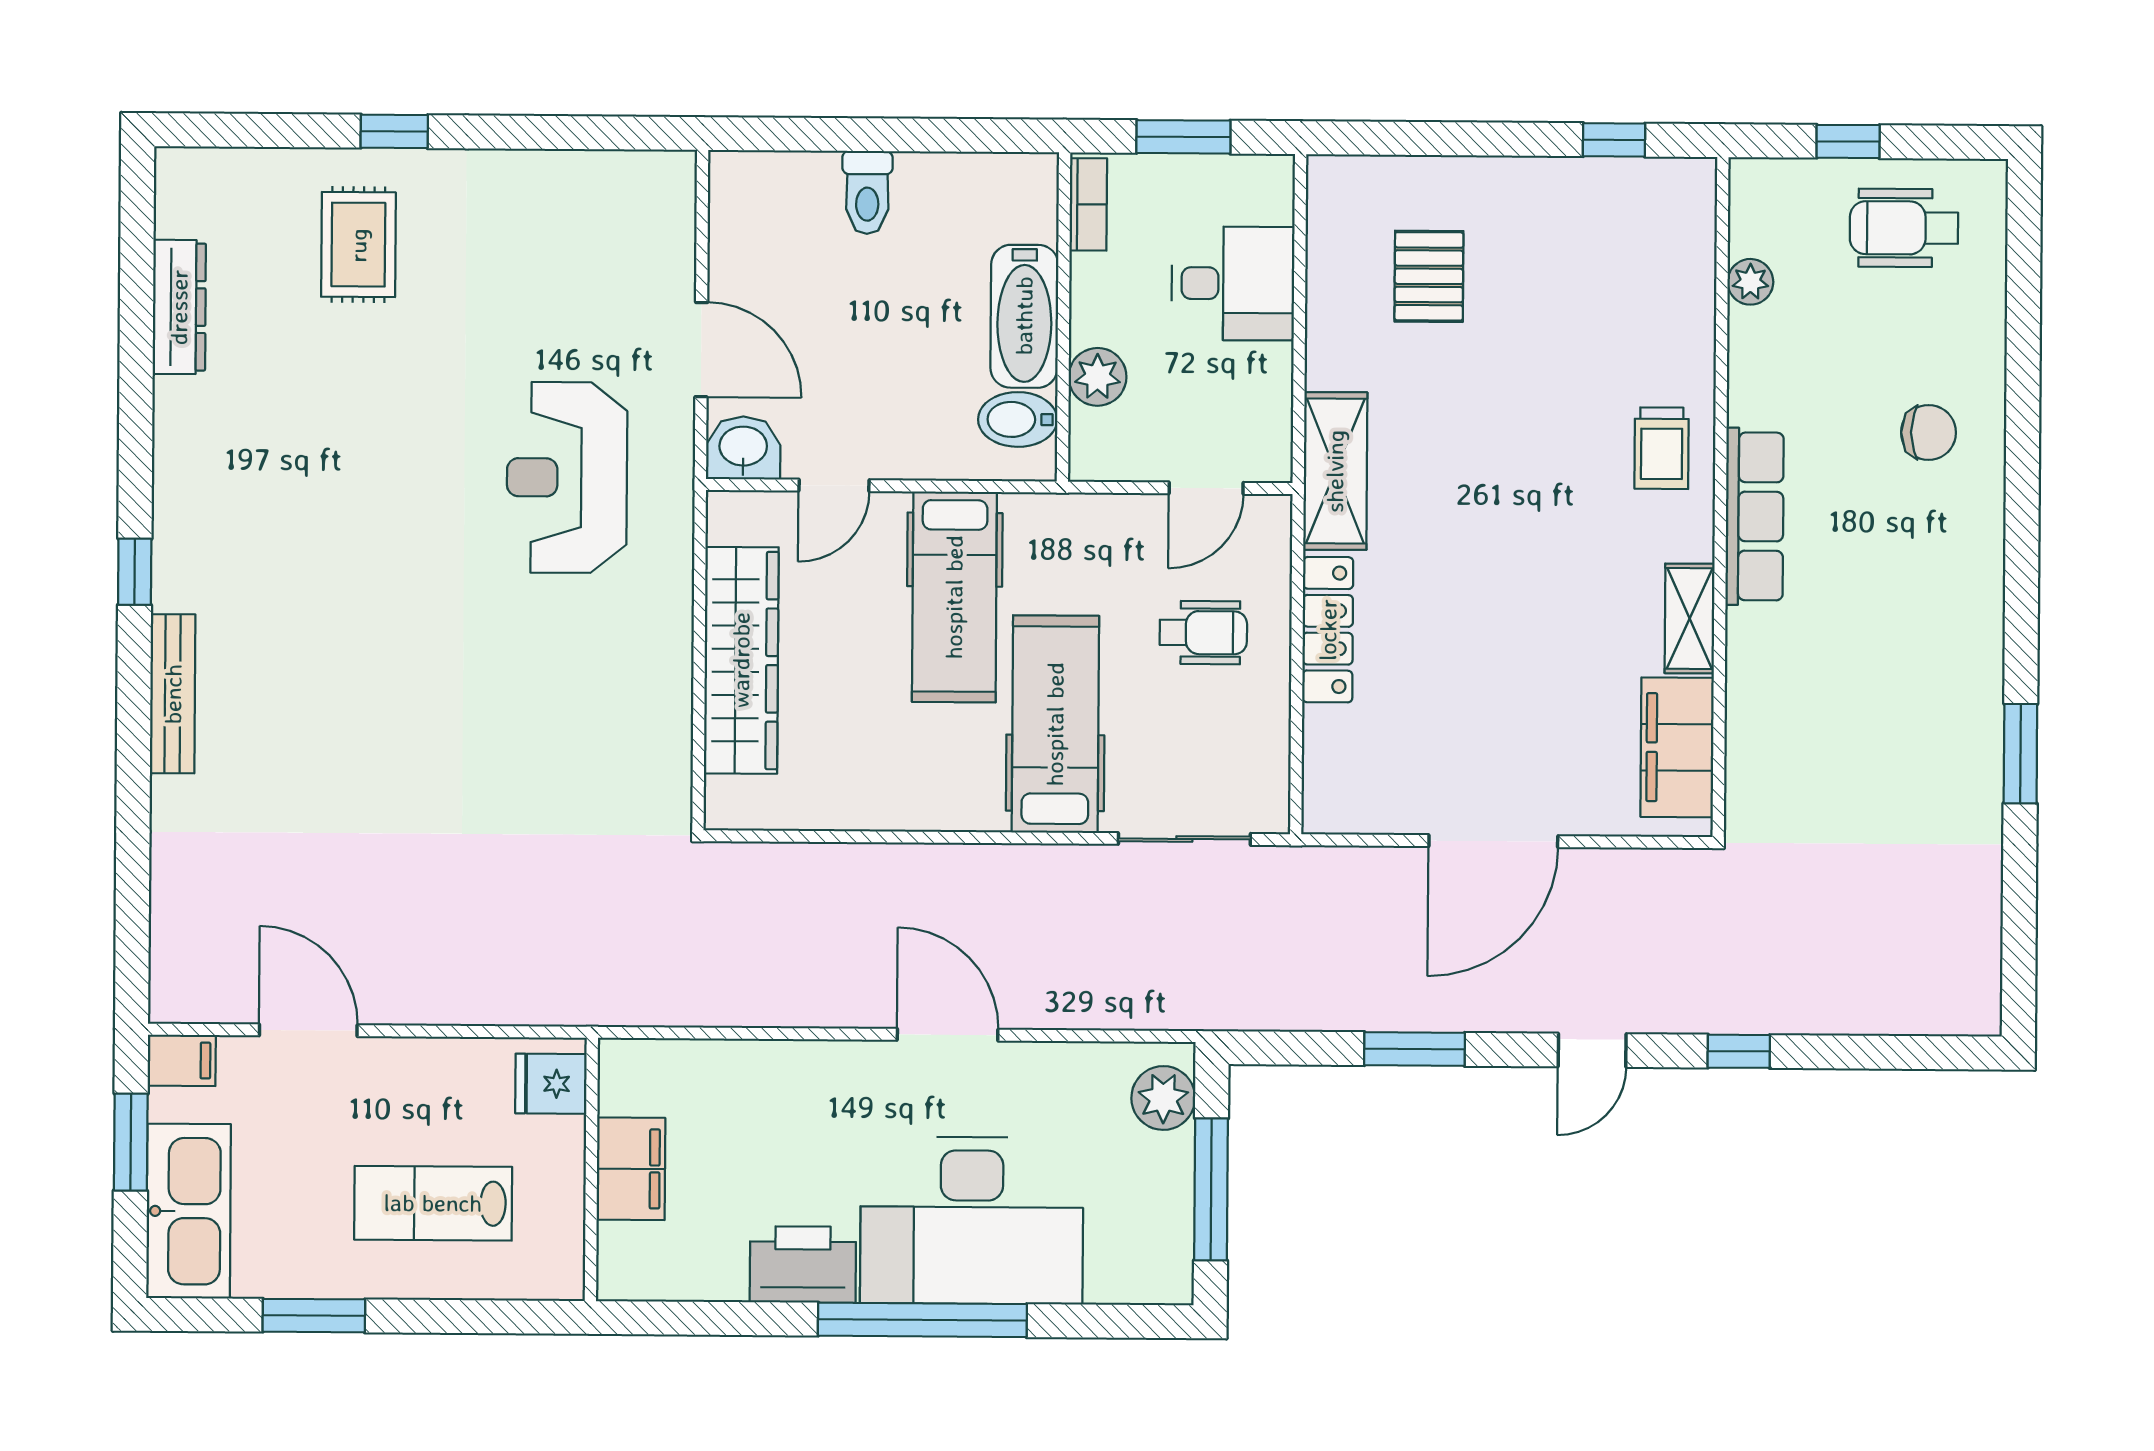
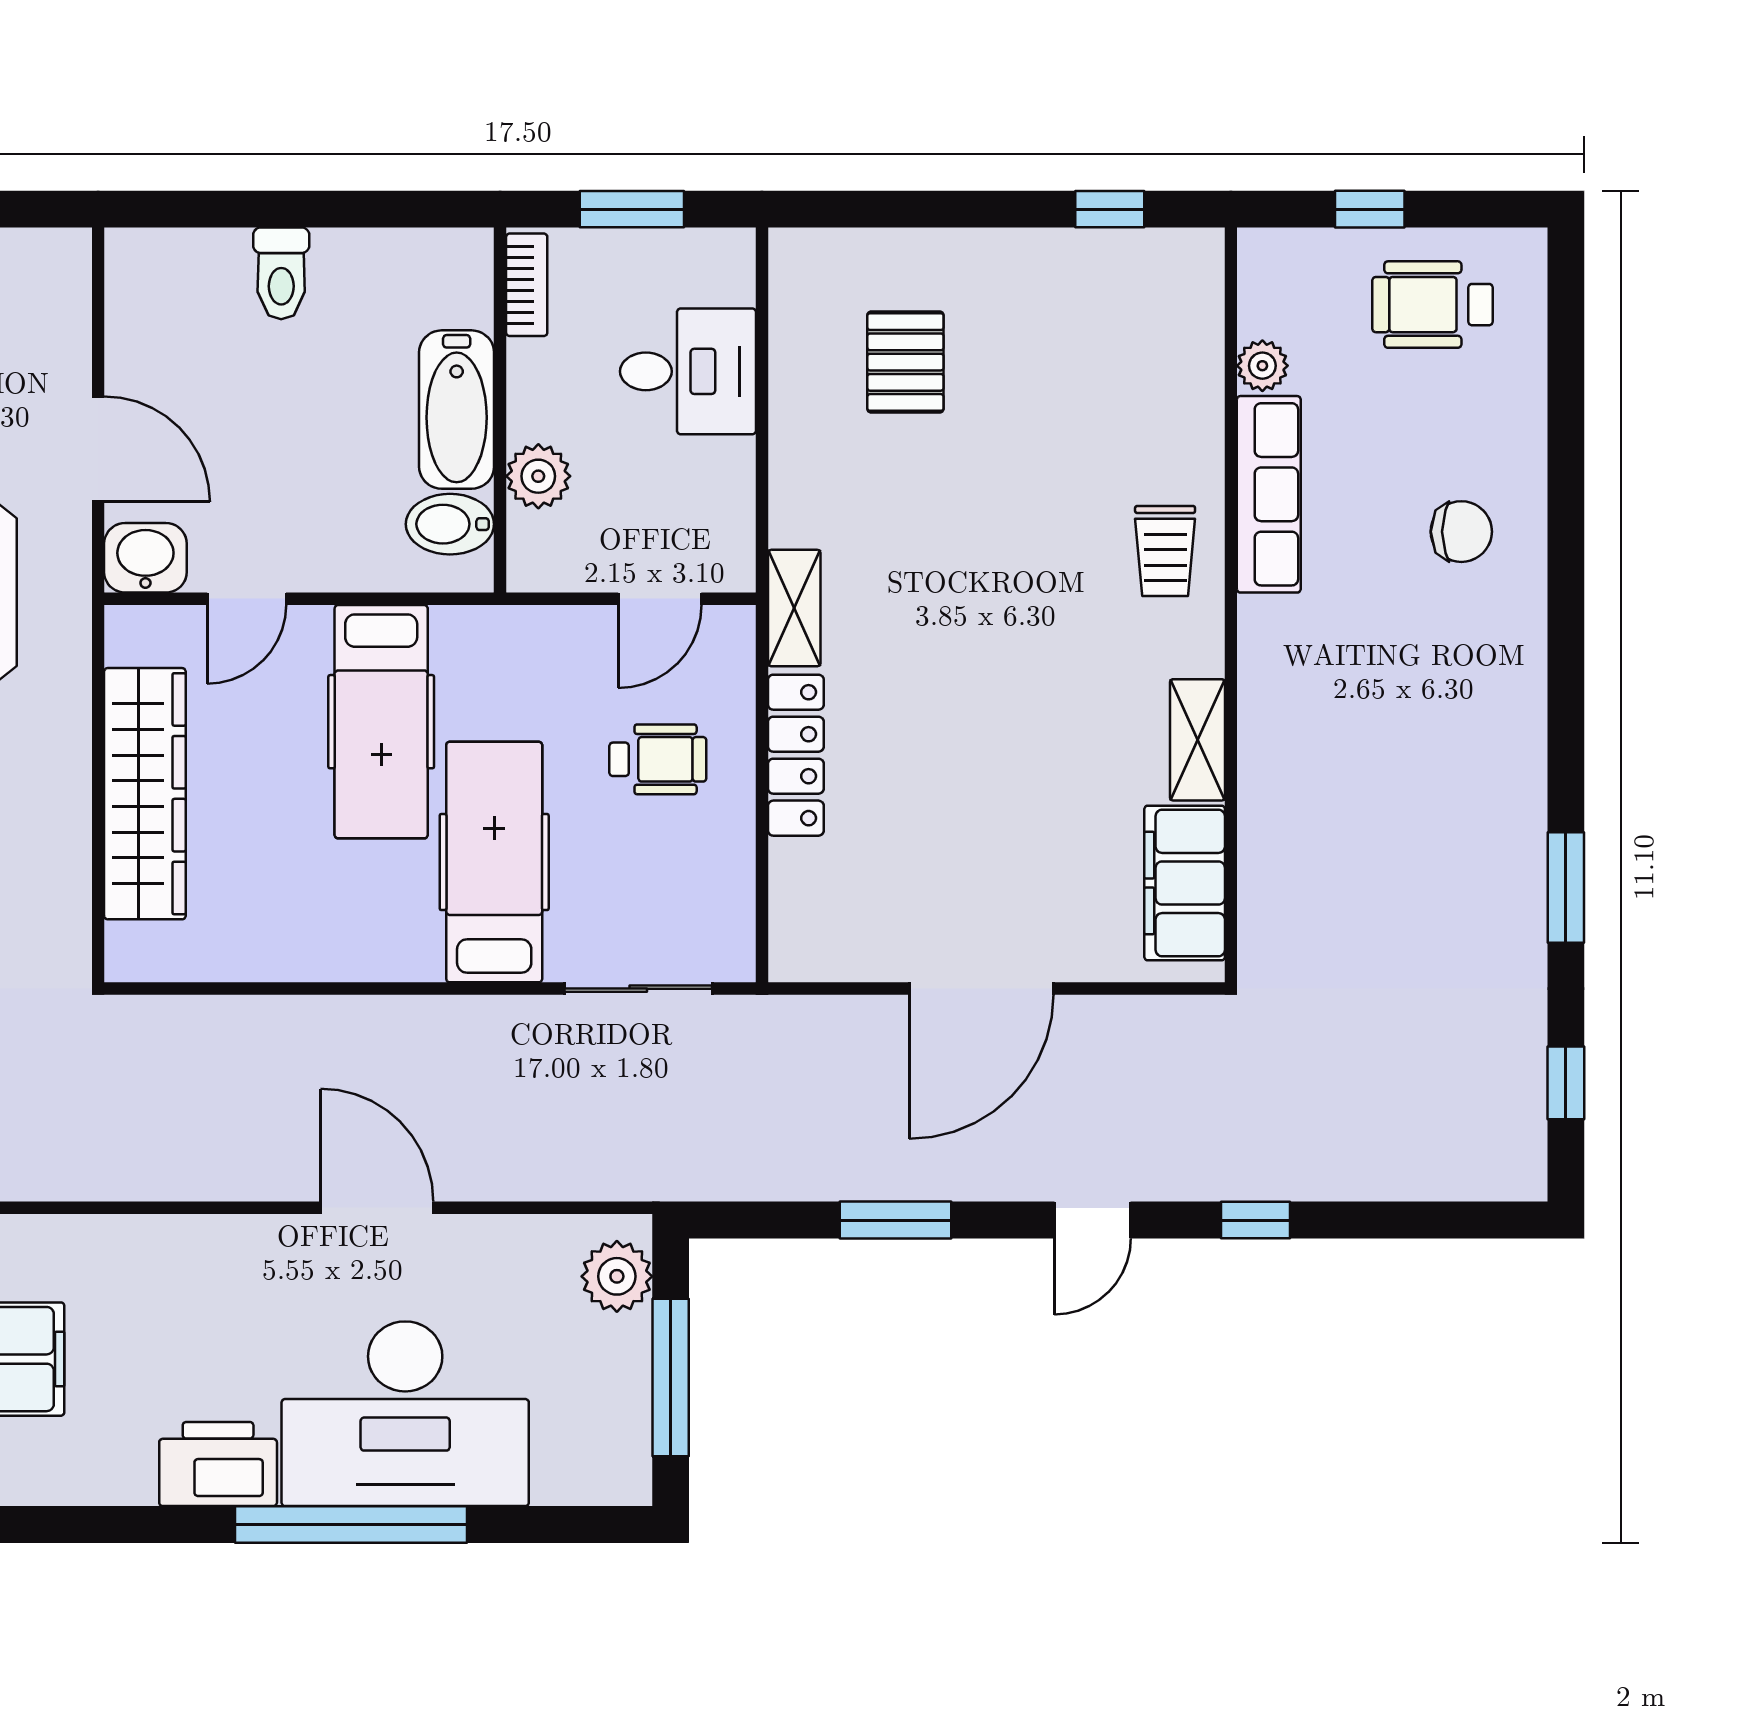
shelving: (1335, 471) -> (794, 608), width x0.67, depth x0.75
row of seats: (1755, 516) -> (1269, 494), moved
window: (2019, 930) -> (1566, 1083), added

